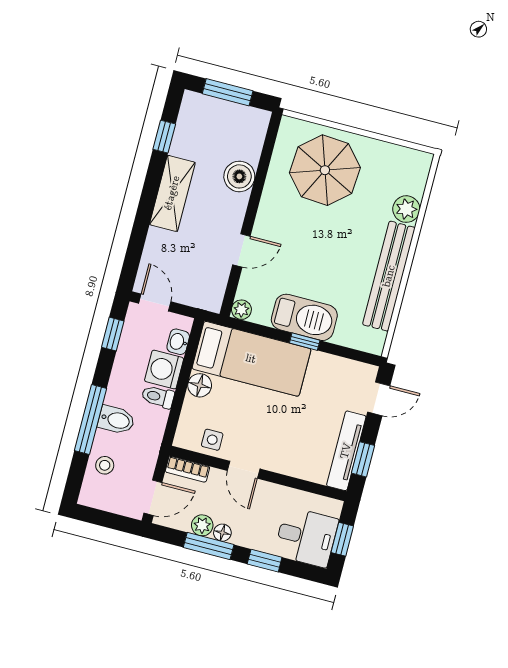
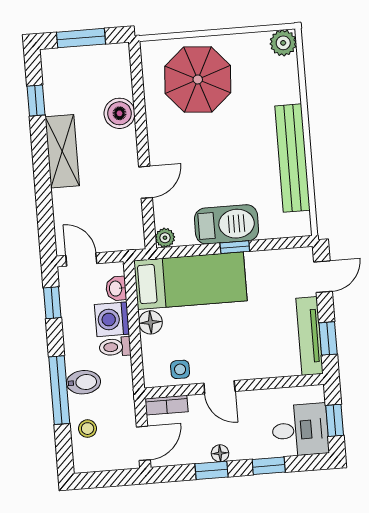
plant: (406, 209) -> (283, 43), moved
plant: (202, 525) -> (199, 453), removed
window: (209, 546) -> (211, 470), width x0.67

